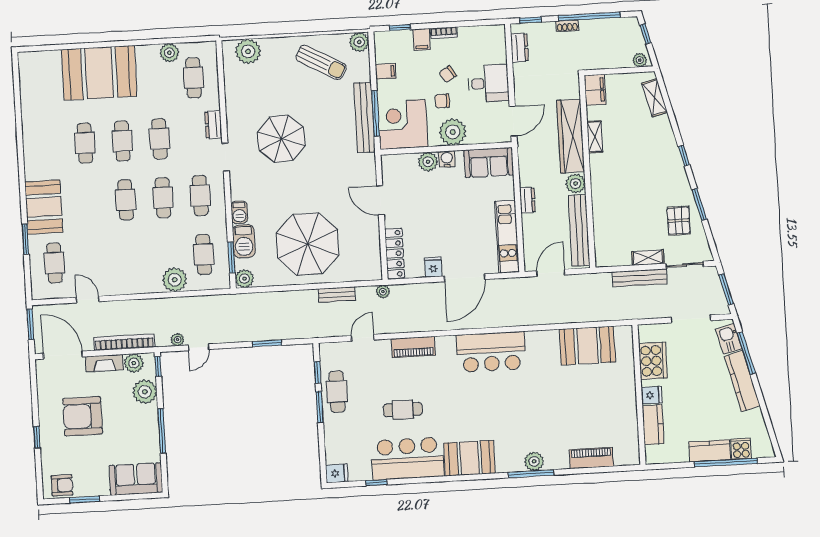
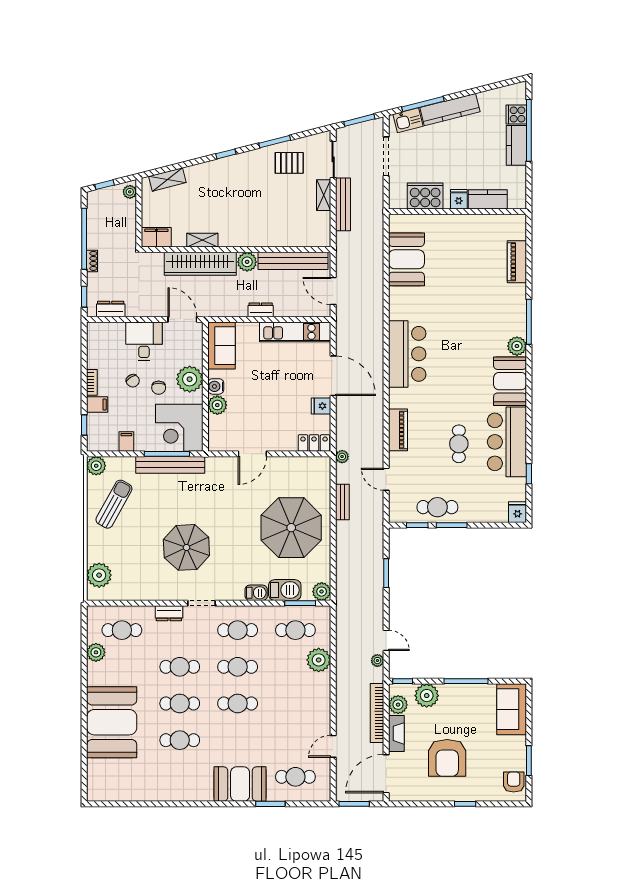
locker: (395, 253) -> (314, 443), width x0.66
plant: (534, 461) -> (517, 346), moved

